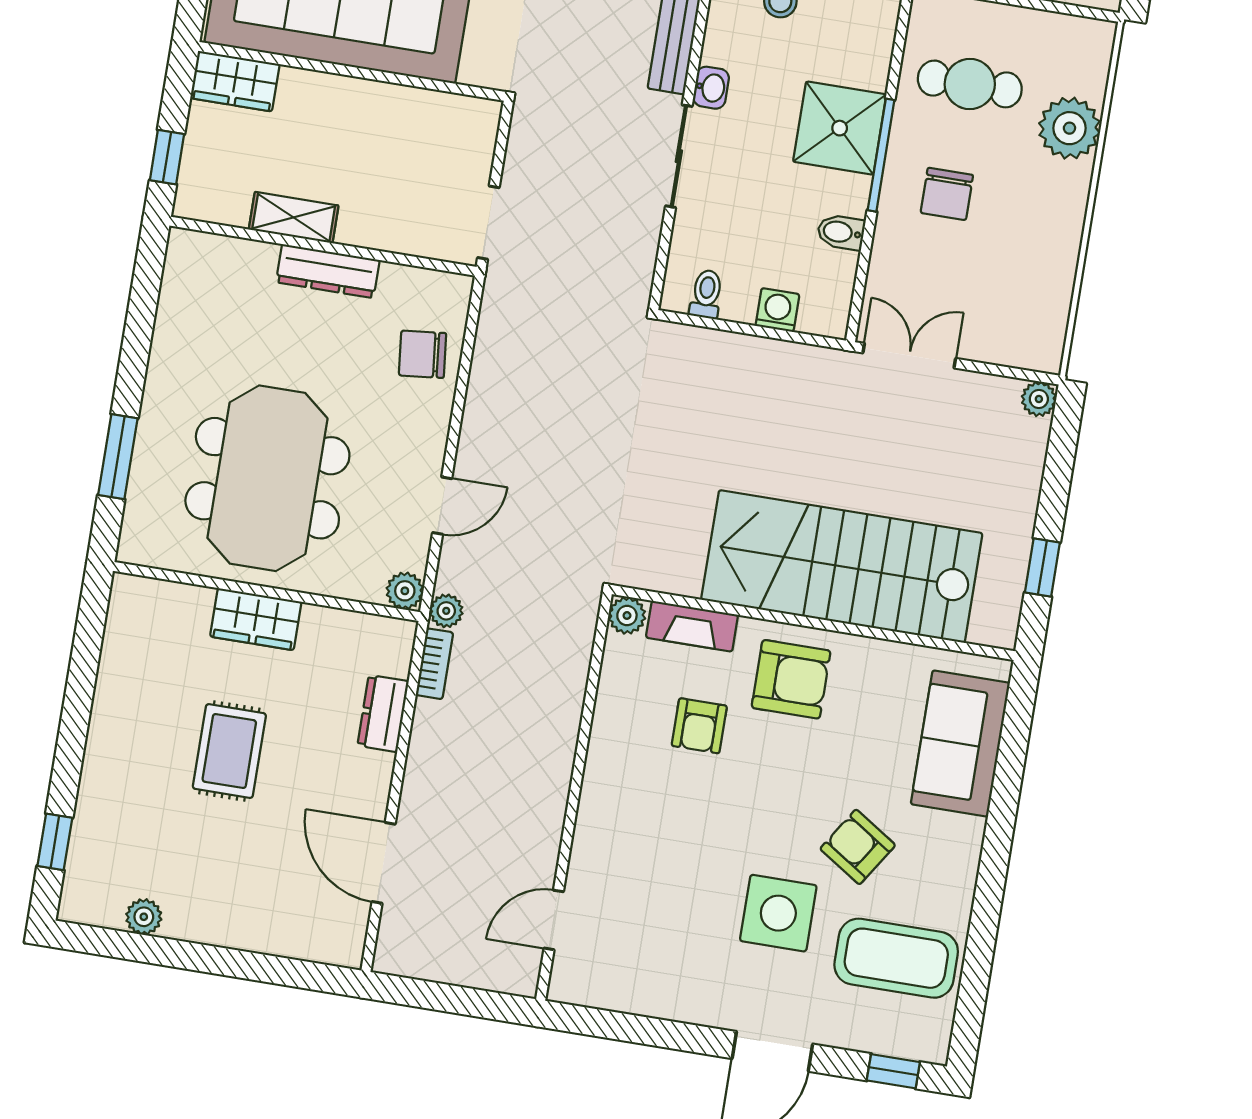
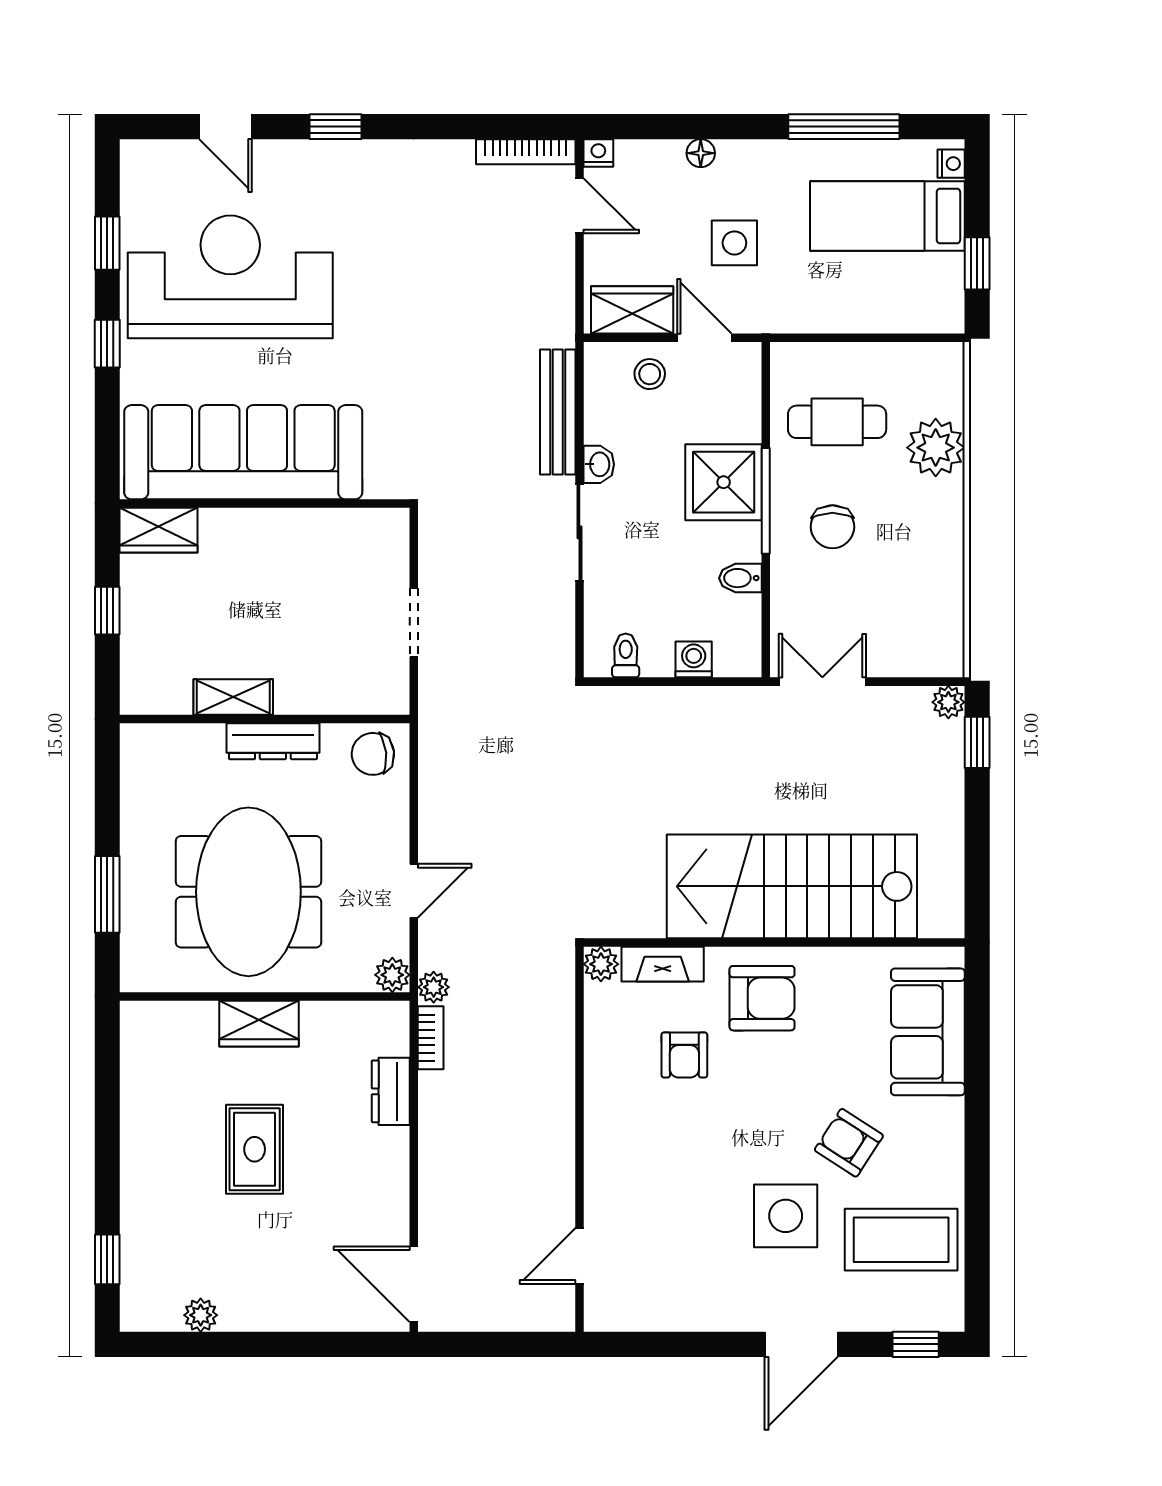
shelving: (294, 217) -> (233, 697), moved
wall: (323, 246) -> (265, 719), moved
dresser: (328, 271) -> (273, 741), moved
window: (1042, 568) -> (977, 742), moved
door: (384, 863) -> (414, 1284), moved

